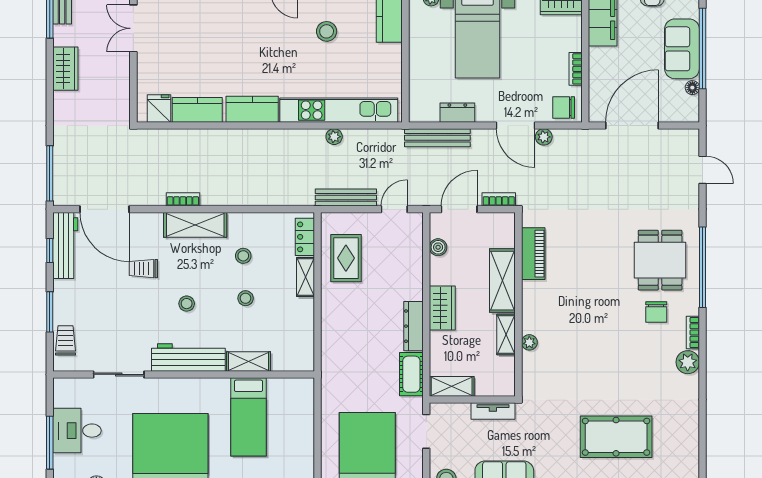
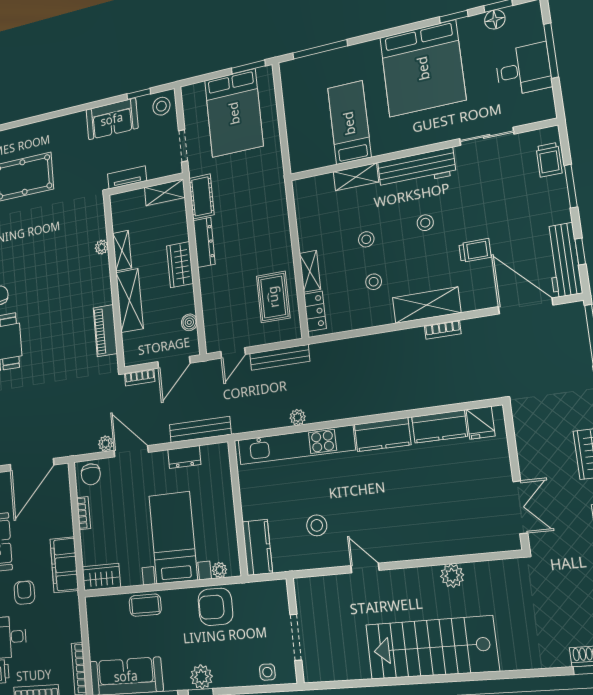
chair: (564, 107) -> (91, 474), turned 90

